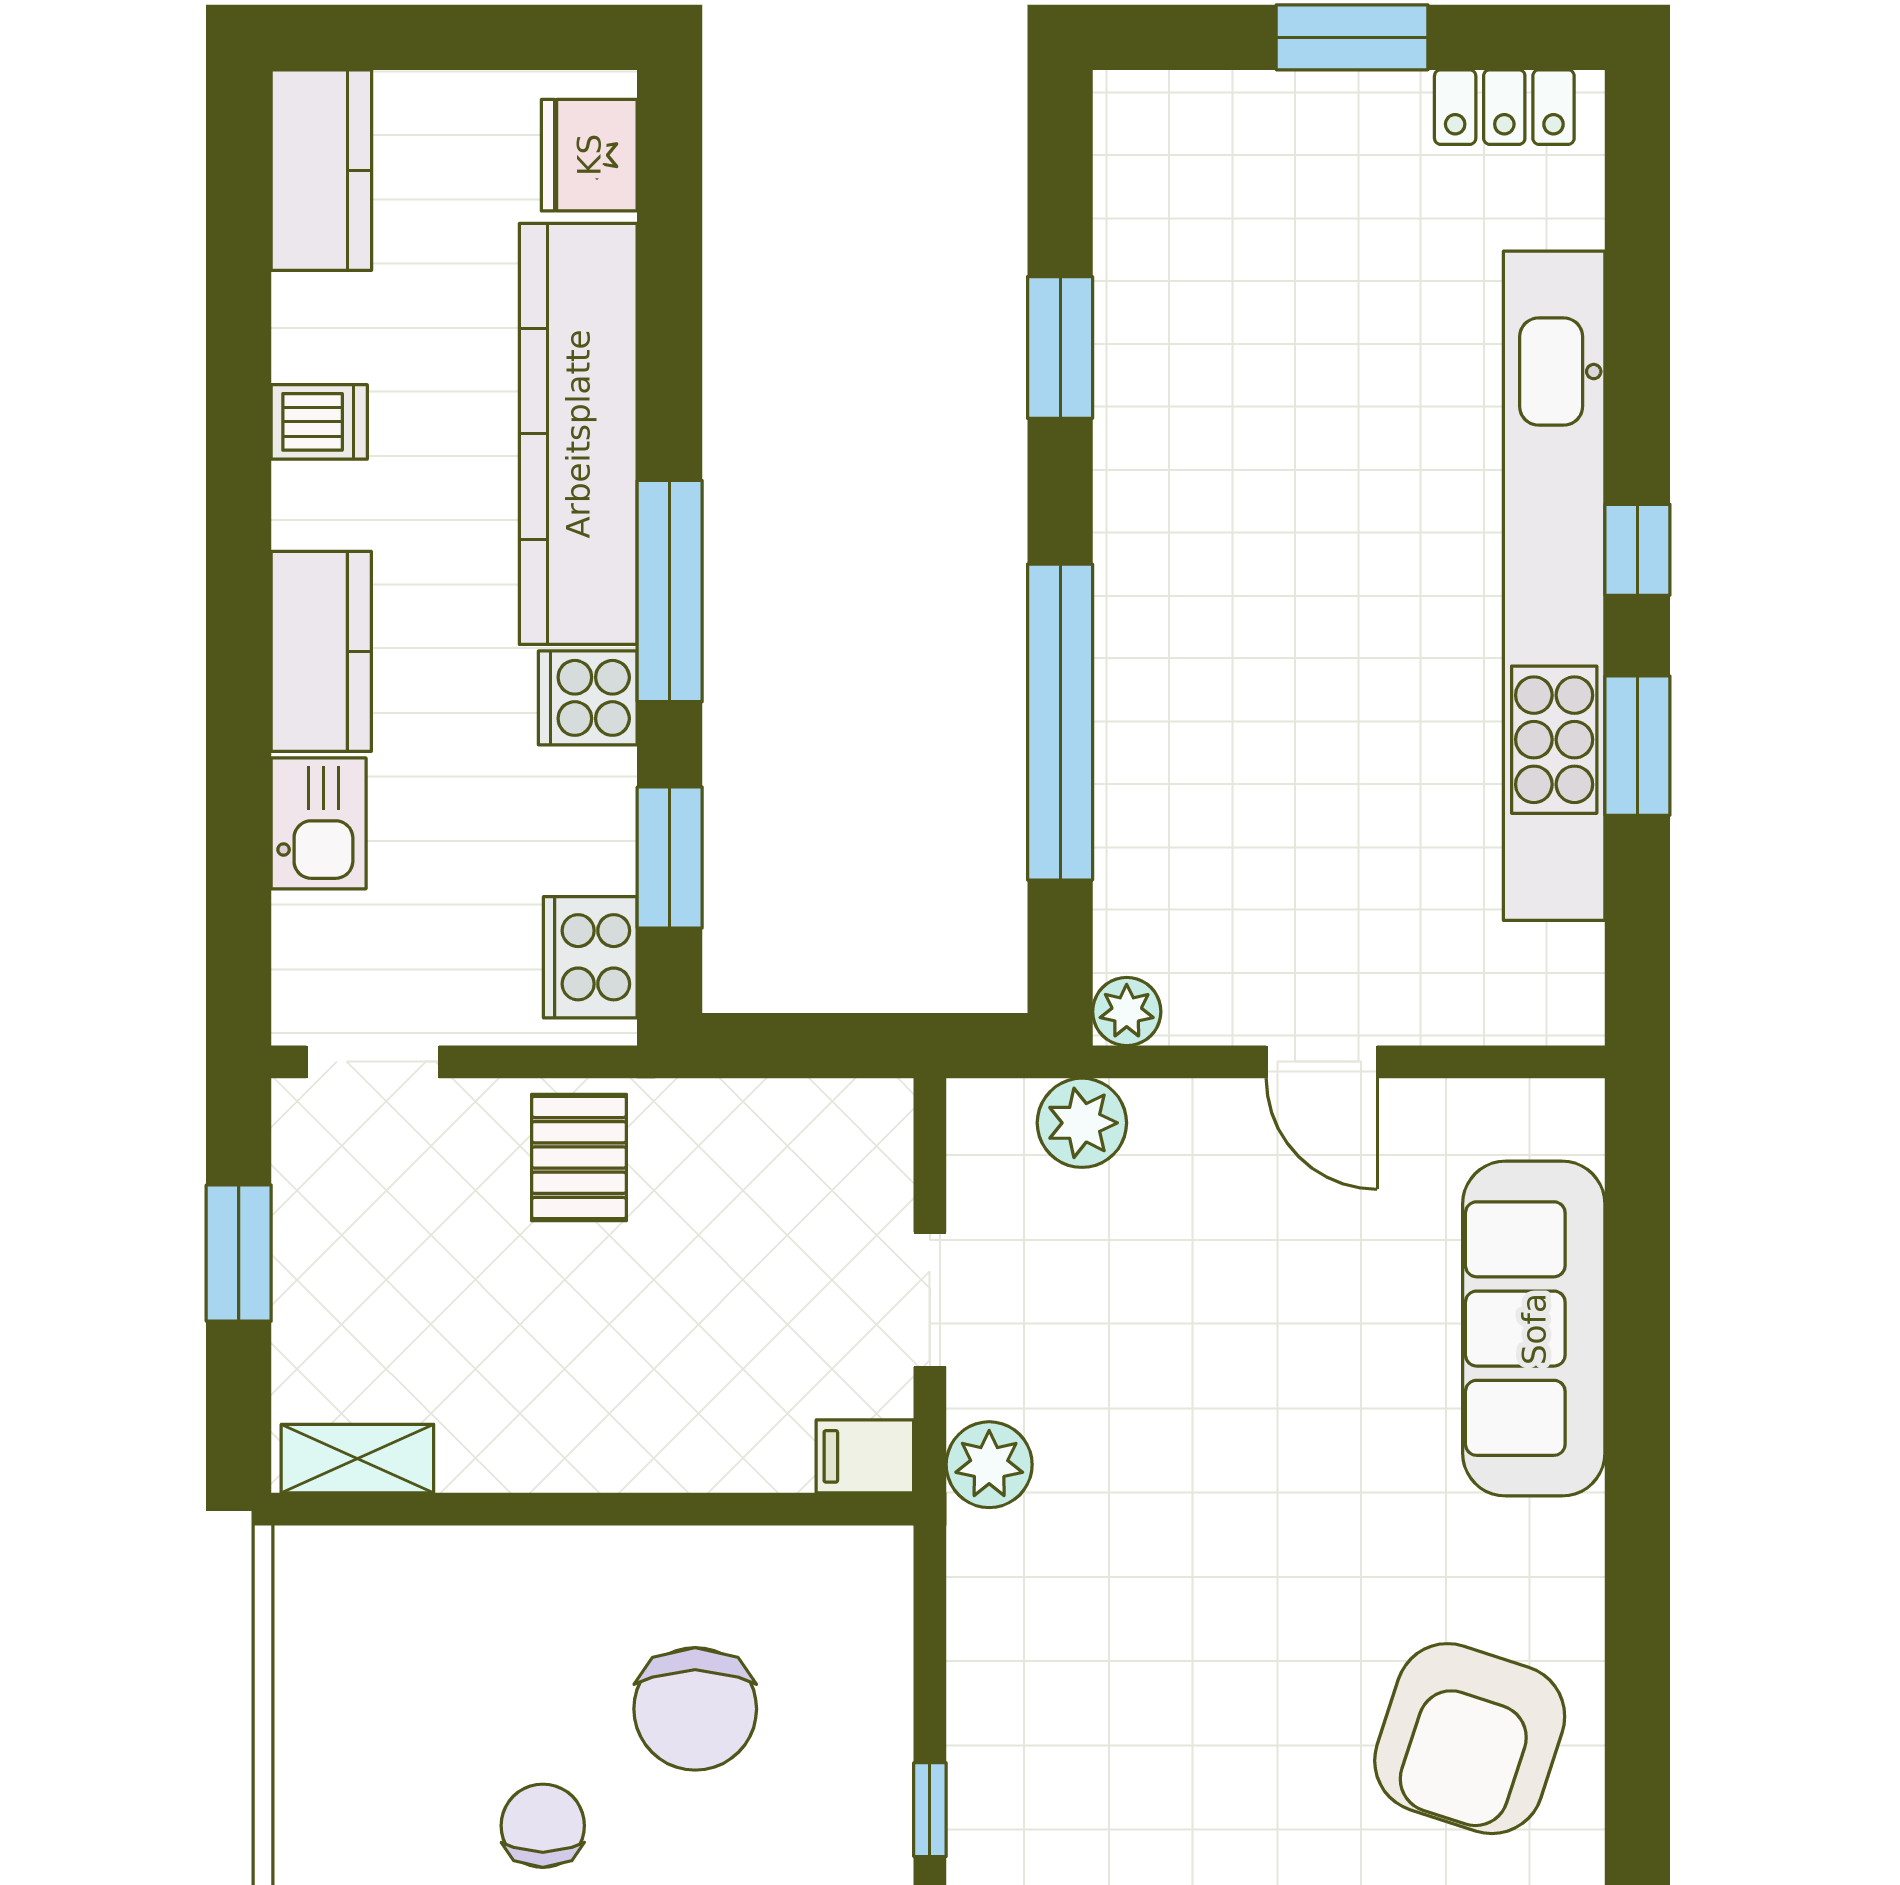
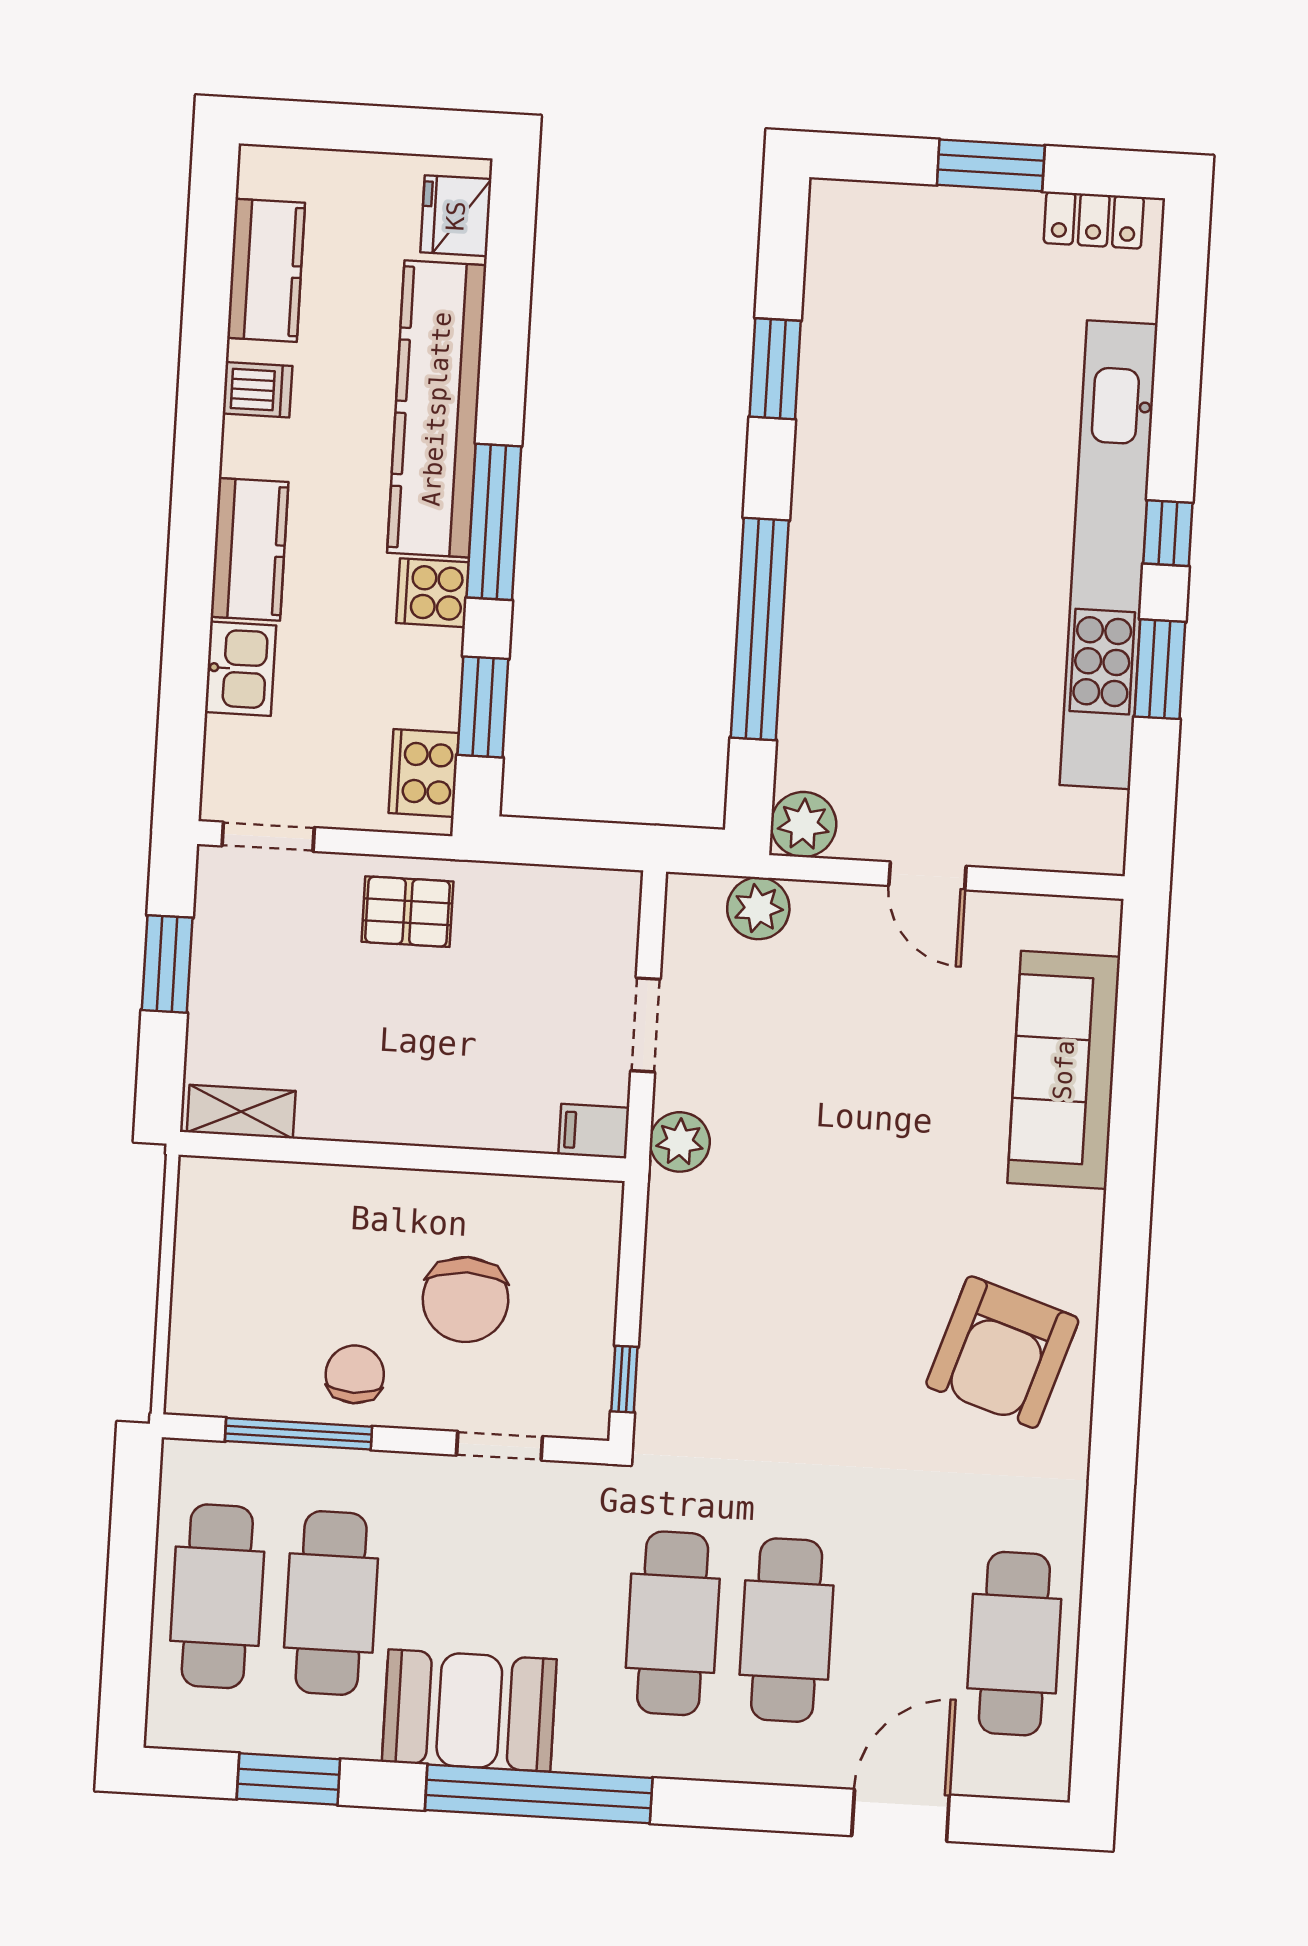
kitchen counter: (321, 170) -> (266, 270), moved
plant: (1127, 1012) -> (803, 824), width x1.38, depth x1.38
pallet: (579, 1158) -> (407, 912), turned 90

